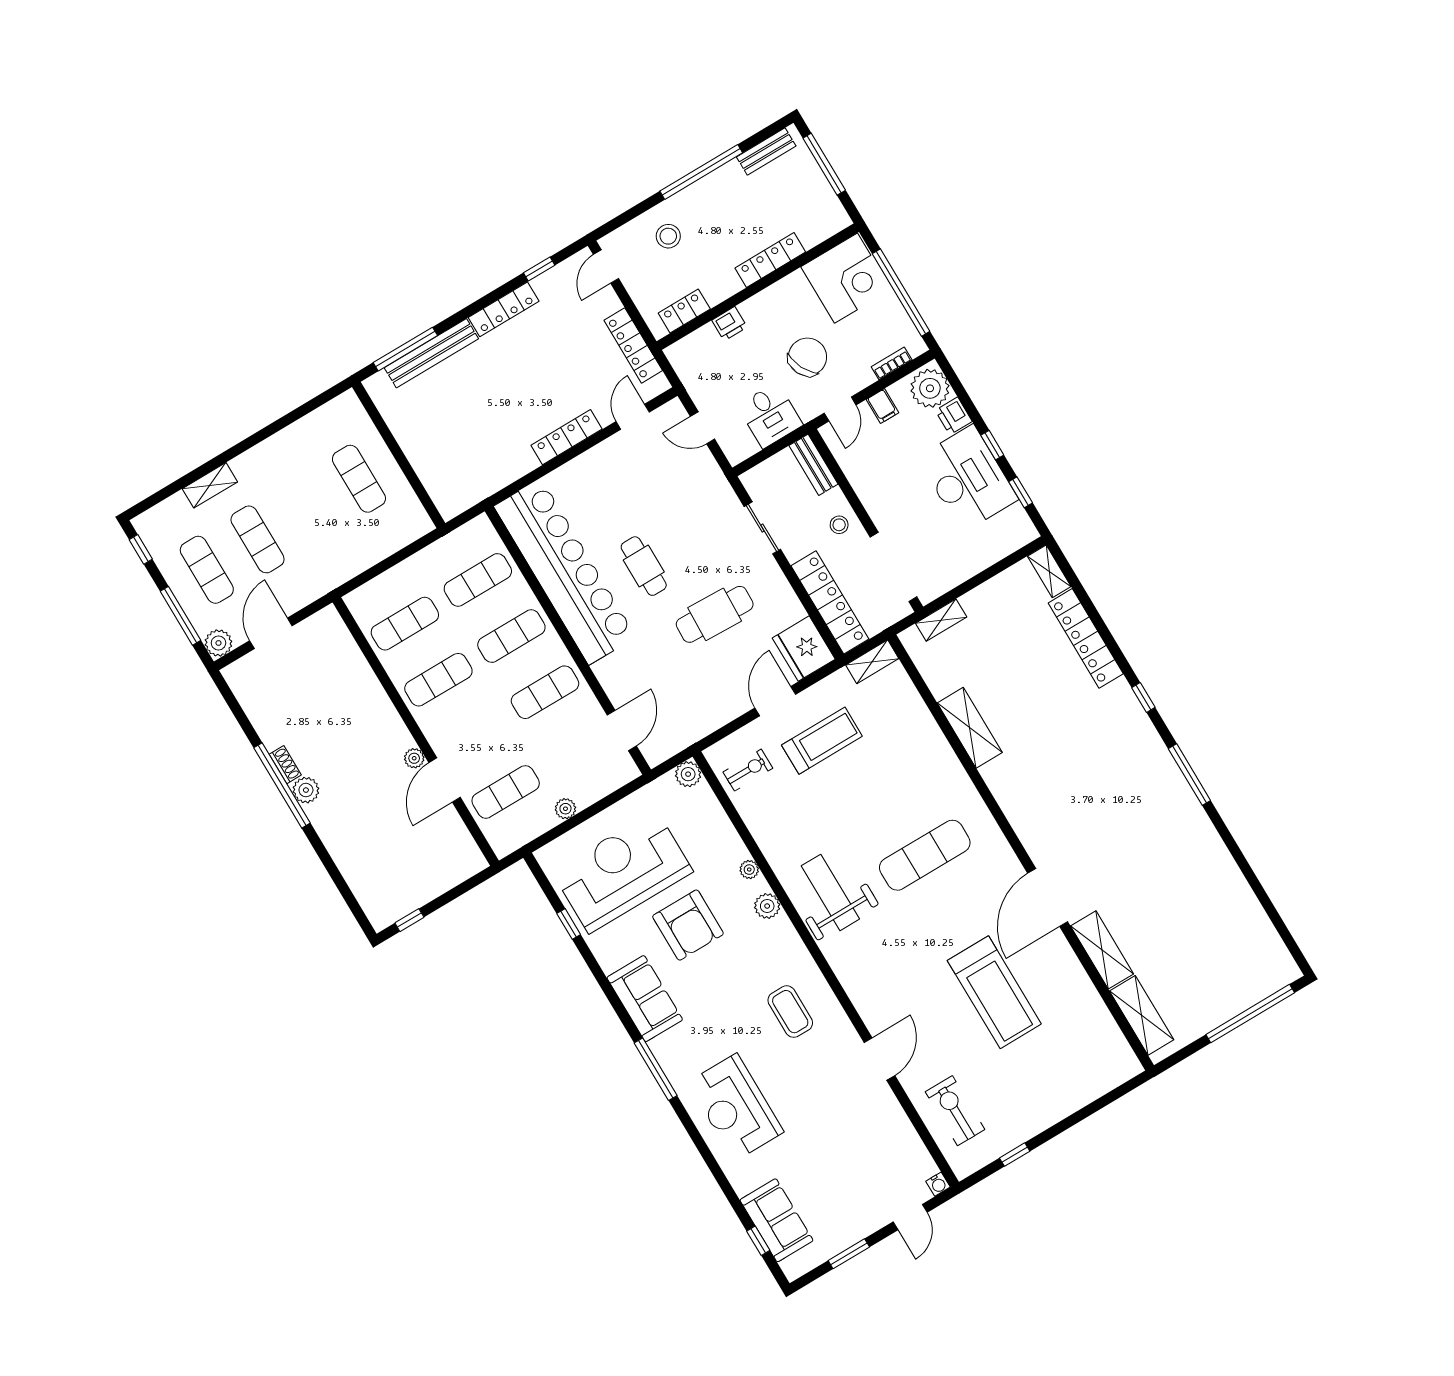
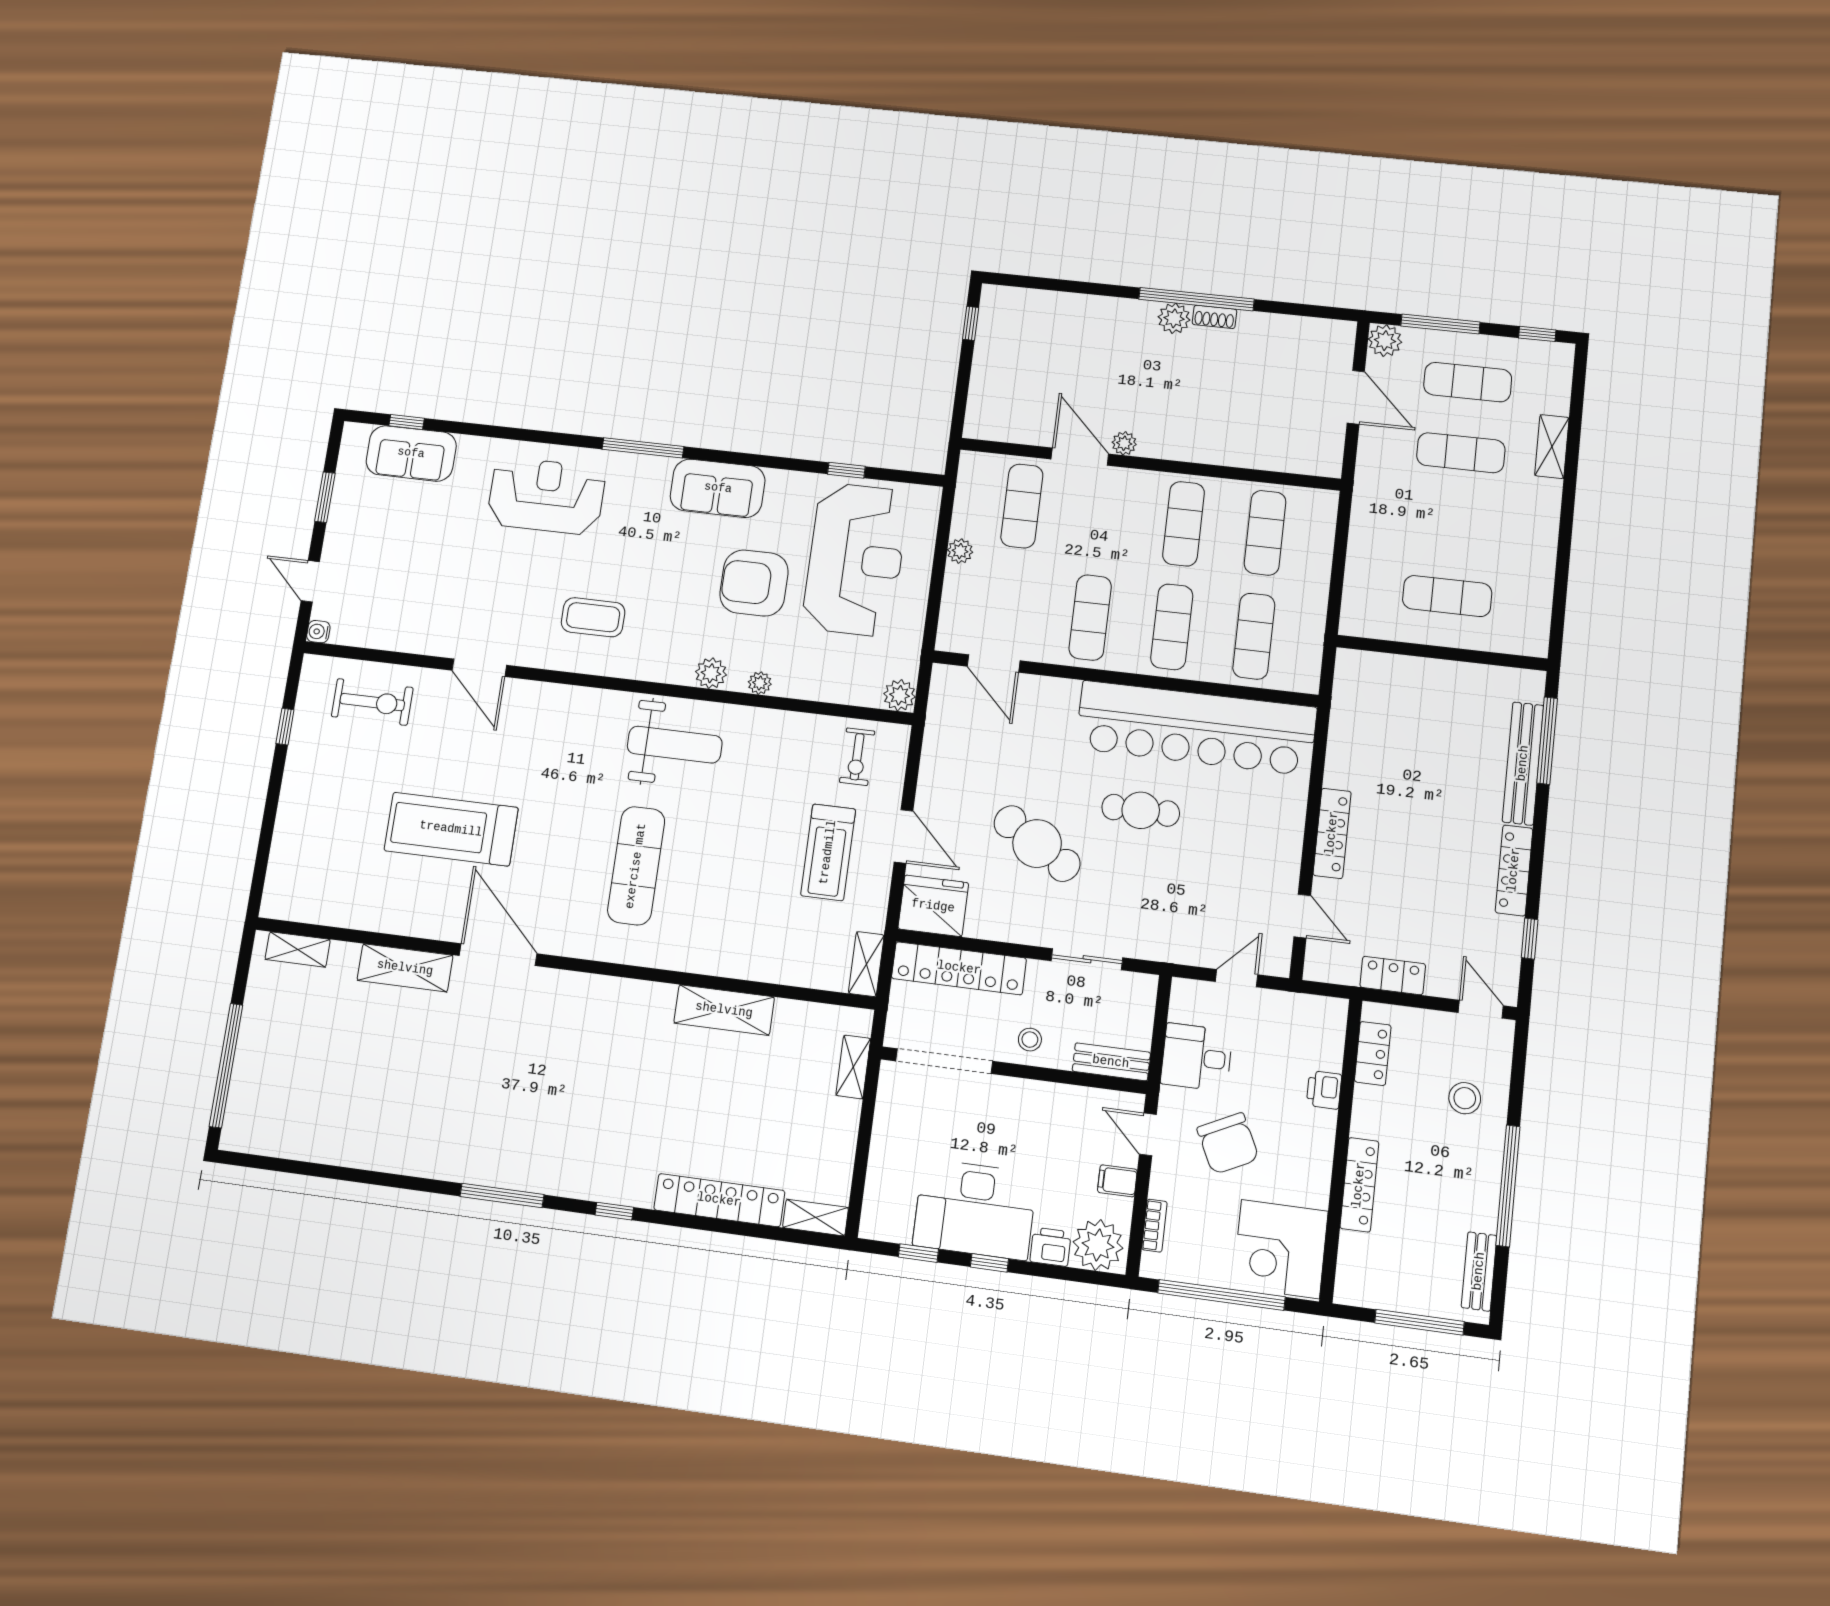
locker: (633, 345) -> (1393, 976), width x0.66
cafe table: (715, 614) -> (1037, 843), turned -60
shelving: (1142, 1015) -> (298, 949), width x0.67, depth x0.75

